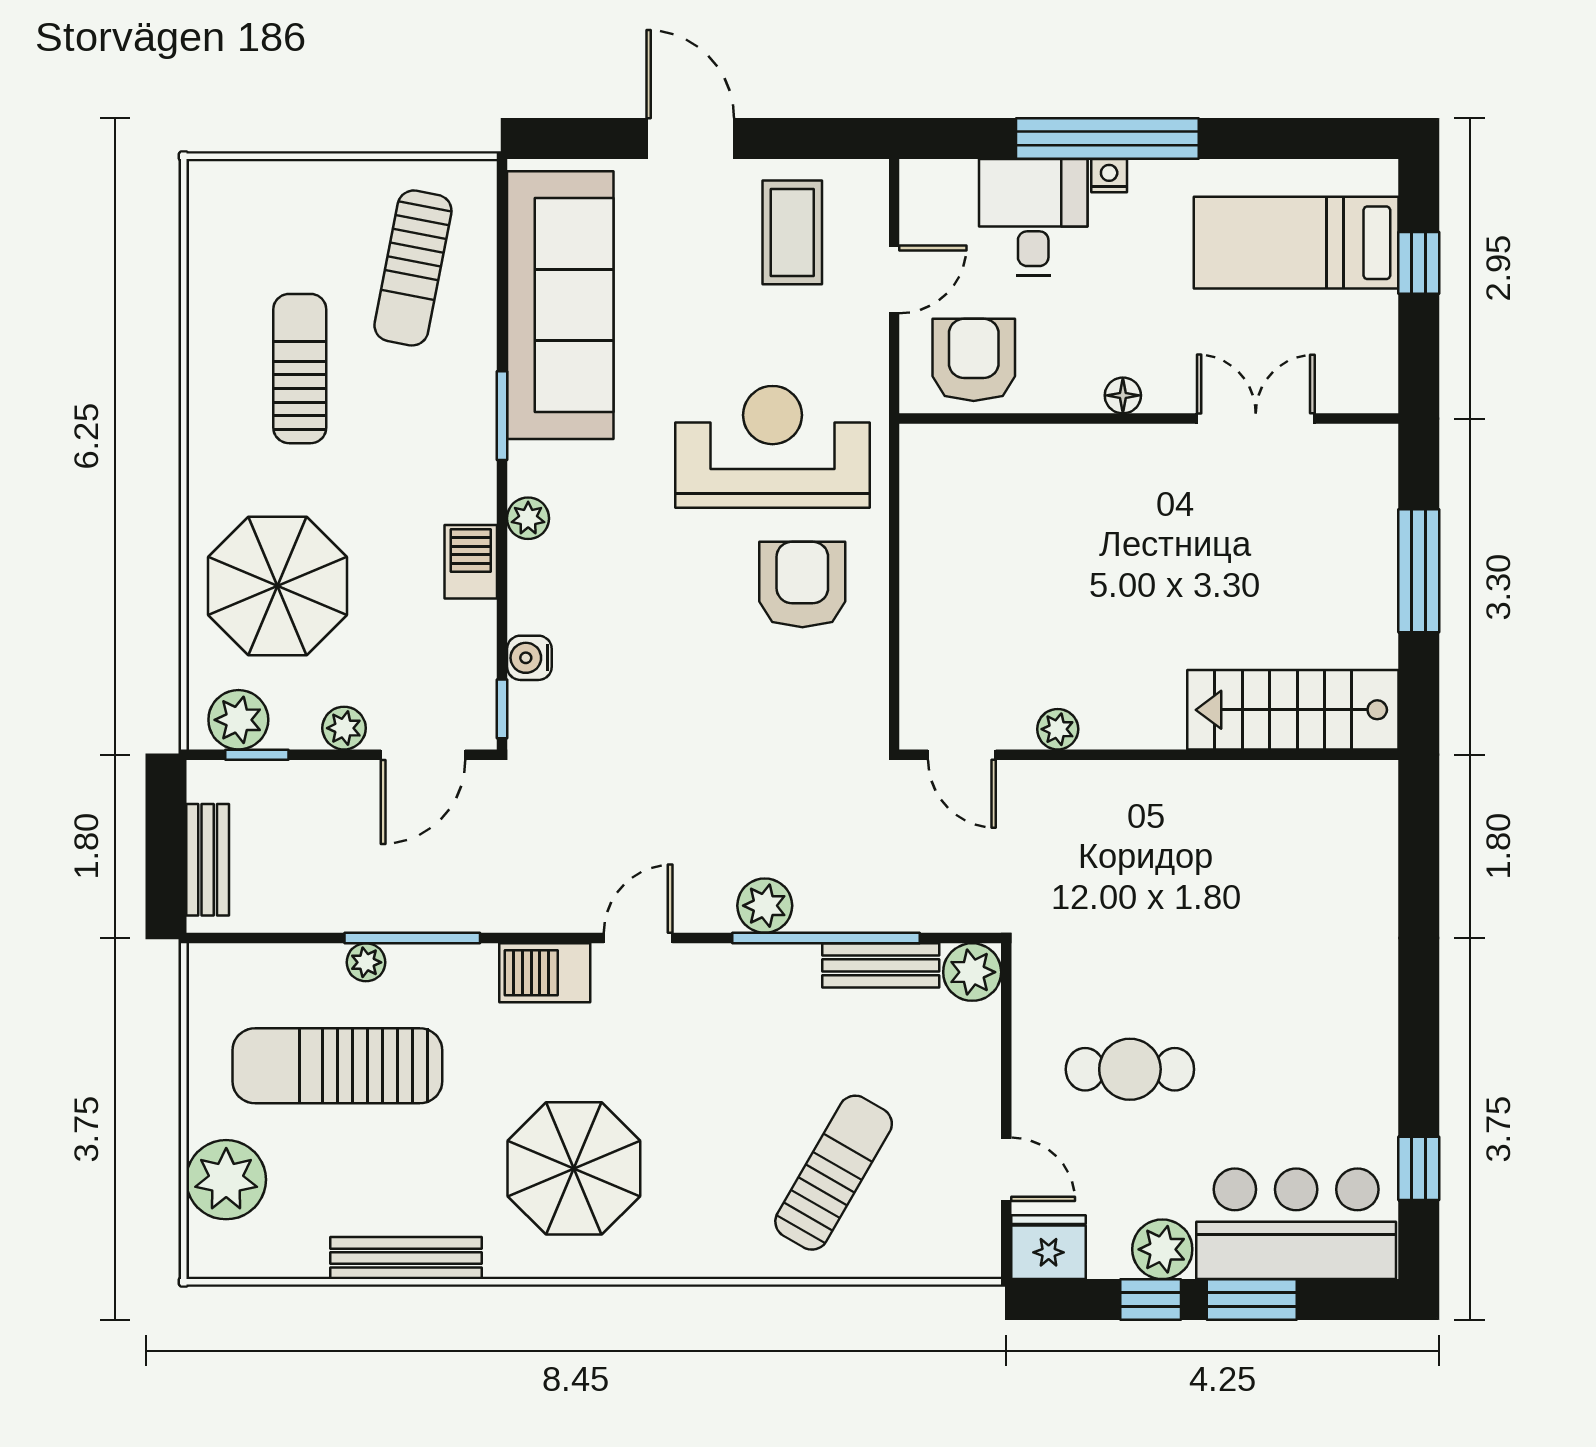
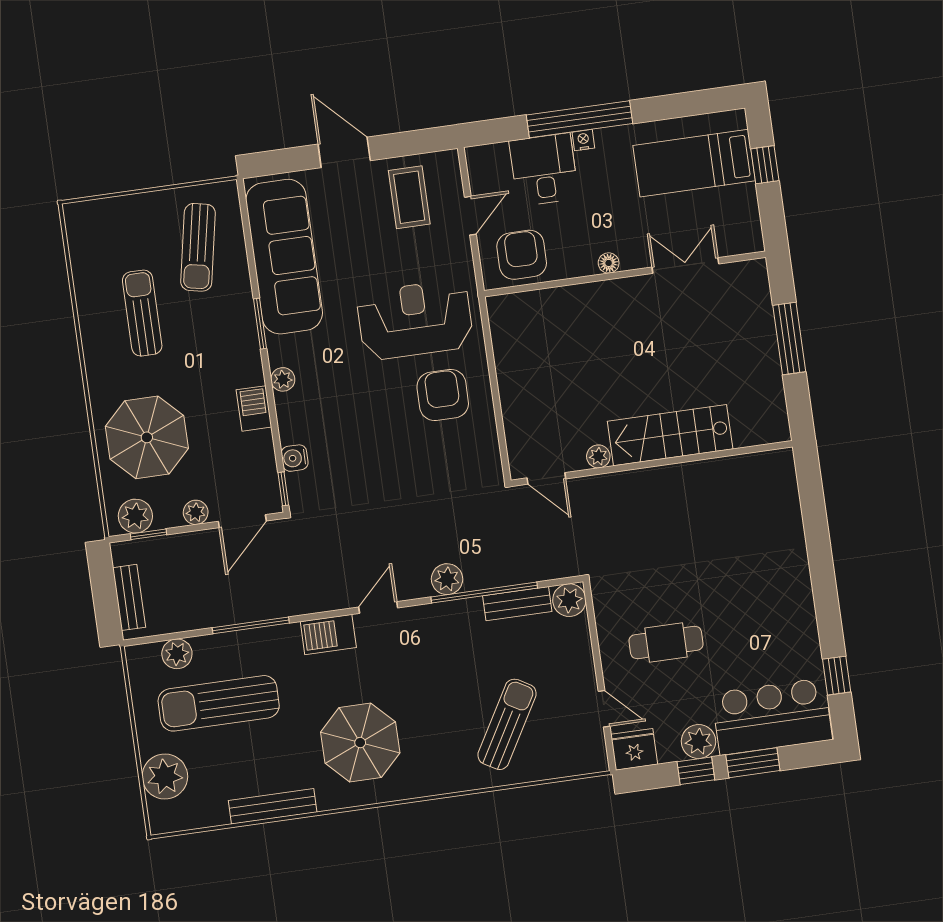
stairs: (1293, 710) -> (670, 435), moved
plant: (366, 962) -> (177, 654), moved, width x1.38, depth x1.38

